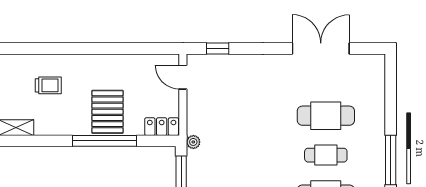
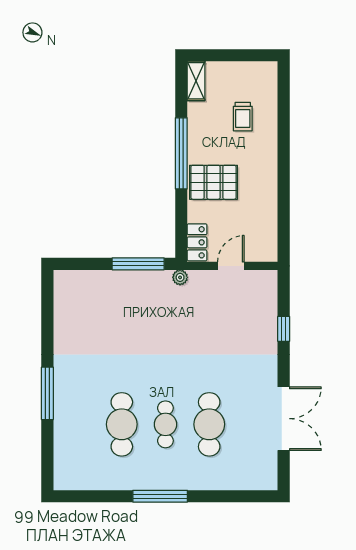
window: (218, 49) -> (284, 329), moved
door: (183, 77) -> (231, 266), moved
window: (104, 141) -> (181, 153), moved

